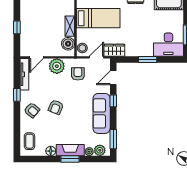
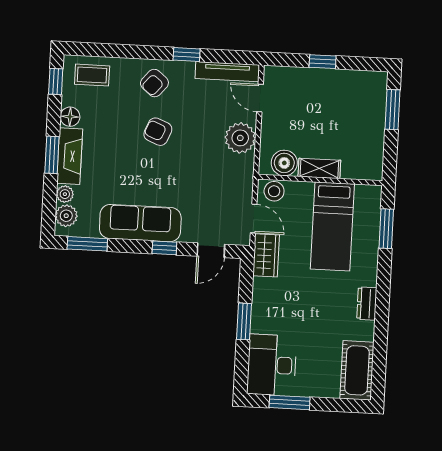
armchair: (78, 74) -> (222, 180), removed
door: (113, 78) -> (211, 250), swing flipped
window: (34, 159) -> (56, 81), added

